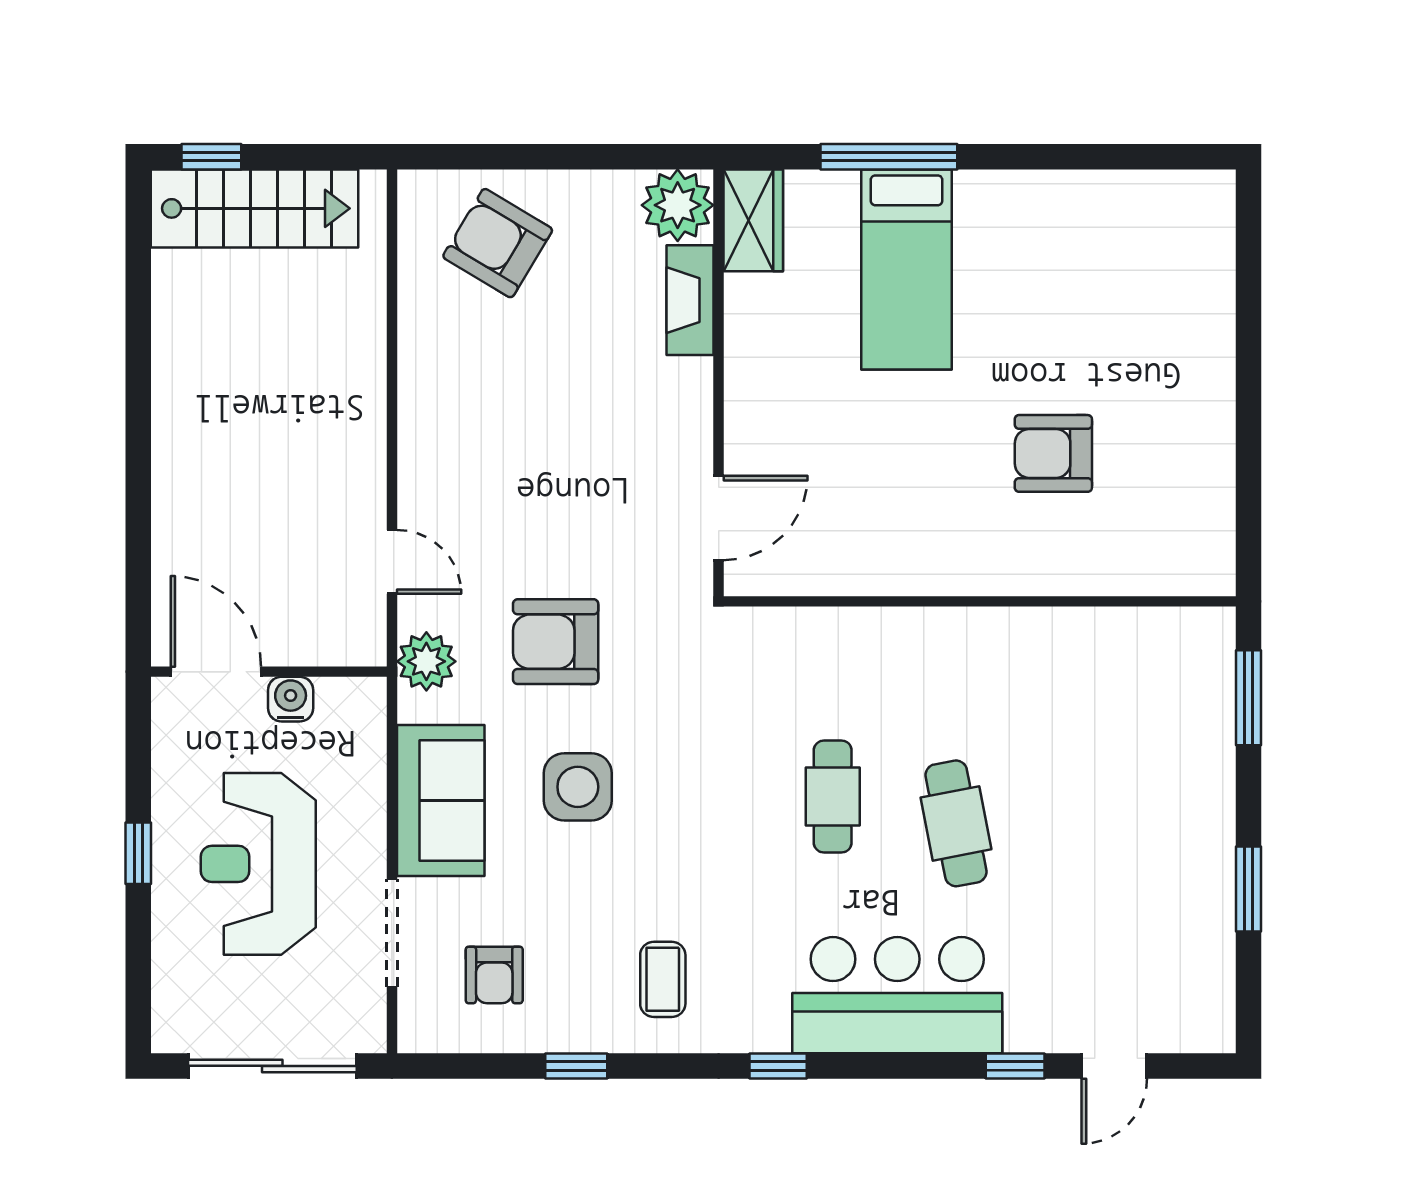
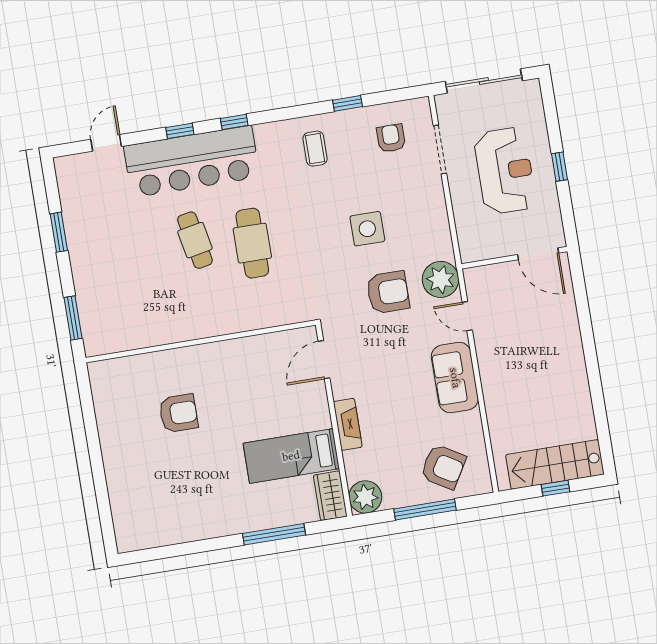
window: (211, 157) -> (556, 488), moved
window: (552, 157) -> (425, 510), added
bed: (907, 269) -> (291, 456), moved, turned -90
fireplace: (690, 300) -> (348, 424), moved
plant: (426, 661) -> (441, 279), width x1.36, depth x1.36
water cooler: (291, 699) -> (503, 247), removed
cafe table: (833, 797) -> (252, 243), width x1.37, depth x1.35
sofa: (441, 801) -> (455, 378), moved
bar counter: (897, 995) -> (192, 162), width x1.36
window: (778, 1066) -> (234, 122), moved
window: (1015, 1066) -> (180, 131), moved

